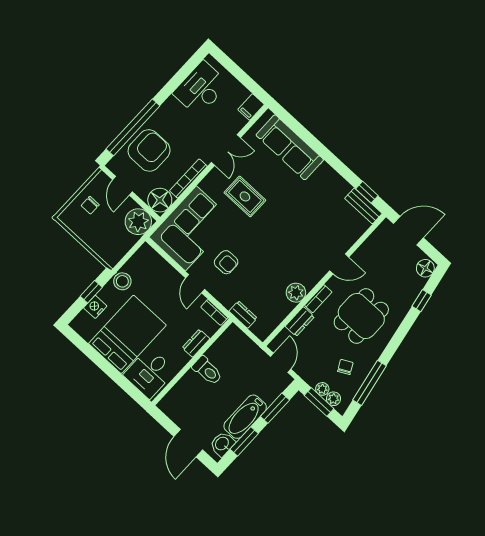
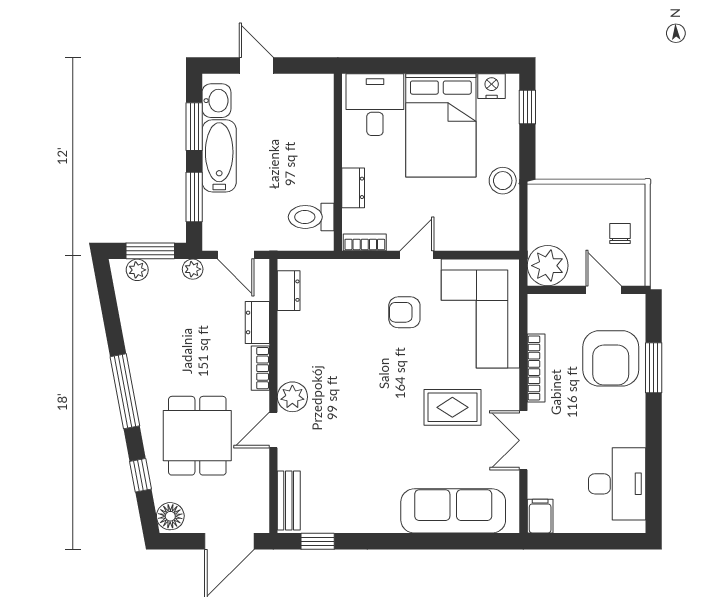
window: (133, 127) -> (654, 368), width x0.47
floor lamp: (160, 200) -> (546, 313), removed
bench: (363, 206) -> (289, 501), moved, turned 90
door: (195, 284) -> (417, 255), hinge flipped
window: (91, 292) -> (527, 107), moved
plant: (296, 293) -> (292, 397), moved
nightstand: (95, 307) -> (492, 86), moved, turned -90
dresser: (243, 315) -> (289, 291), moved, turned -90
dining table: (361, 316) -> (197, 436), moved
chair: (345, 367) -> (157, 319), removed
toilet: (207, 371) -> (311, 217), moved
window: (370, 383) -> (125, 391), moved
plant: (322, 389) -> (193, 269), moved
door: (188, 443) -> (256, 65), width x0.73

